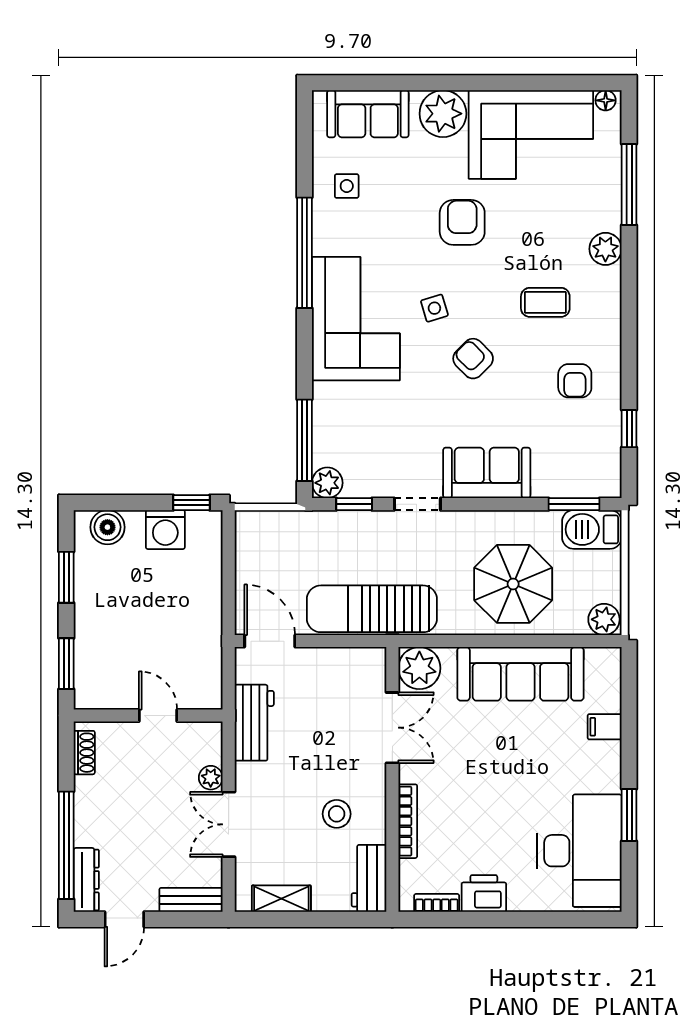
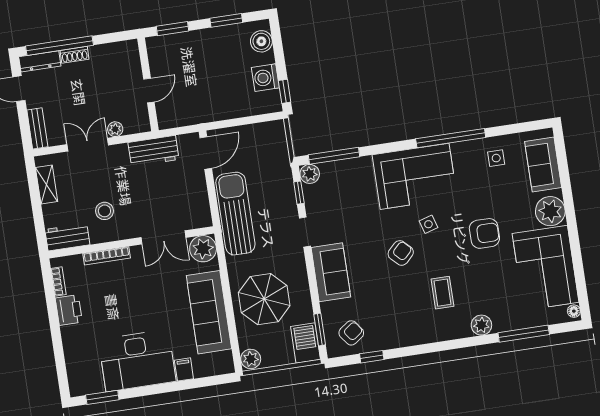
armchair: (575, 381) -> (351, 333), moved, turned 144
shoe rack: (84, 753) -> (74, 55), moved
window: (629, 815) -> (102, 397), moved
desk: (580, 851) -> (137, 361), moved

